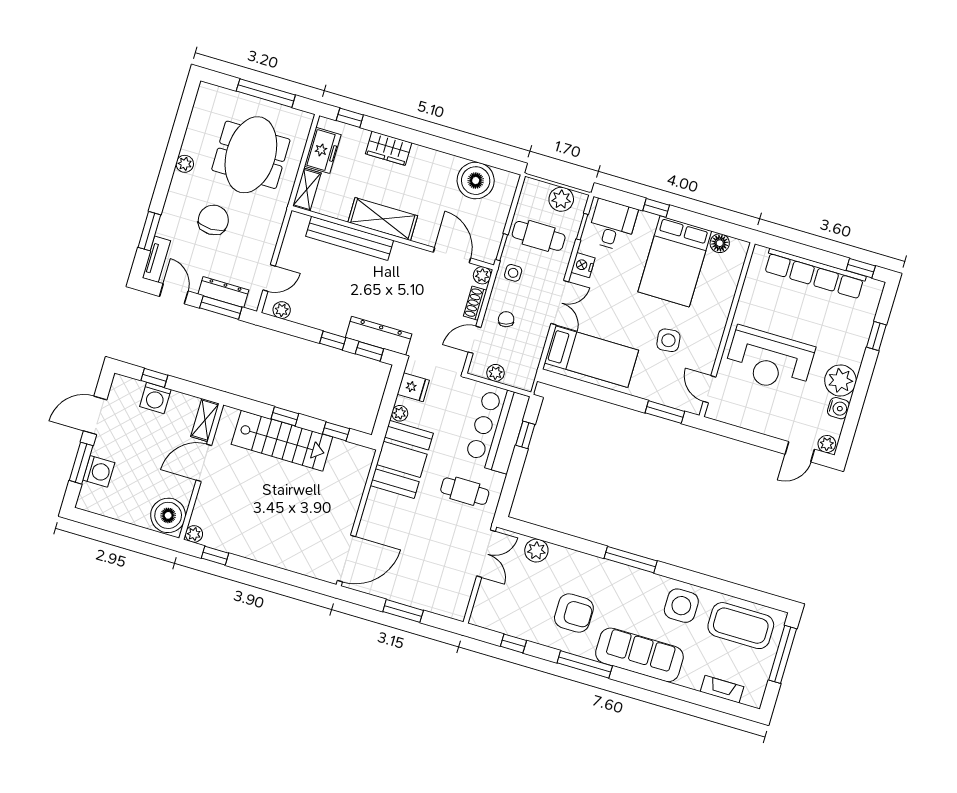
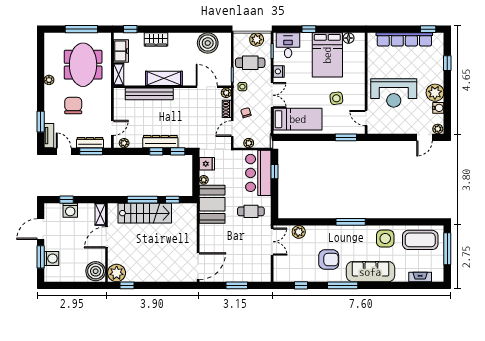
dresser: (379, 336) -> (160, 142), moved
window: (285, 416) -> (143, 200), width x2.17
plant: (194, 534) -> (117, 273), width x1.87, depth x1.87

